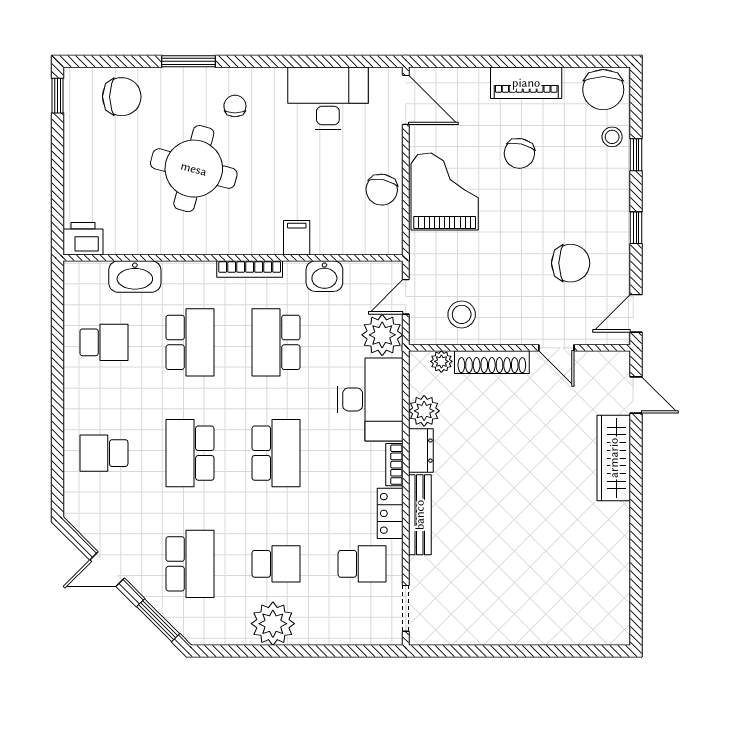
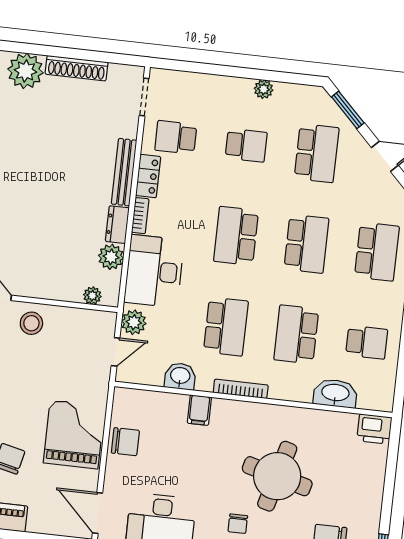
chair: (382, 190) -> (125, 442), turned 79
grand piano: (445, 192) -> (74, 434), turned 180
stool: (462, 314) -> (31, 323), moved
plant: (382, 335) -> (134, 322), width x0.73, depth x0.73
school desk: (104, 342) -> (367, 342), turned 180
shoe rack: (492, 362) -> (77, 68), moved, turned 180
school desk: (104, 453) -> (377, 252), width x1.85
school desk: (190, 564) -> (317, 153), turned 180
school desk: (276, 564) -> (246, 145), turned 180
plant: (273, 624) -> (264, 89), width x0.53, depth x0.53
plant: (553, 624) -> (25, 71), added

